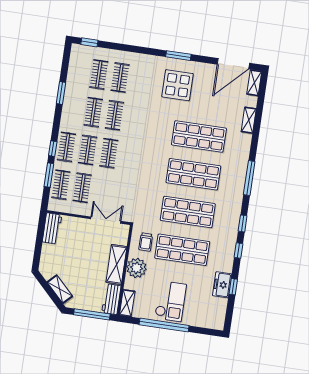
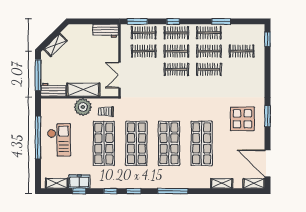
clothes rail: (120, 78) -> (209, 33), moved
window: (49, 175) -> (137, 21), moved
double door: (106, 220) -> (119, 75), swing flipped
checkout: (170, 301) -> (59, 140), turned -90
shelving: (127, 303) -> (57, 183), moved

